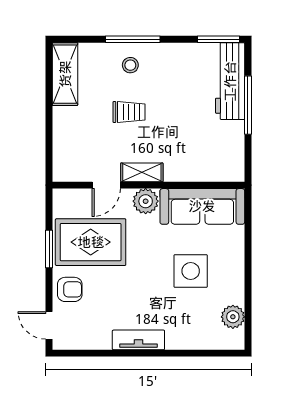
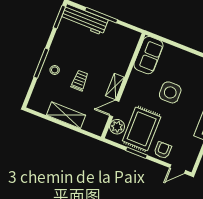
shelving: (65, 74) -> (66, 115), moved
door: (106, 185) -> (114, 108), swing flipped
plant: (146, 201) -> (117, 127), moved
sofa: (202, 206) -> (148, 55), width x0.73
side table: (191, 271) -> (170, 92), moved

